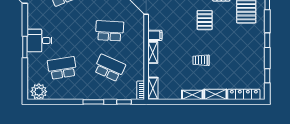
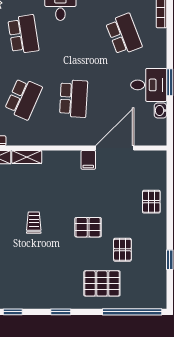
filing cabinet: (155, 35) -> (88, 160), moved
shelving: (153, 52) -> (27, 157), moved

